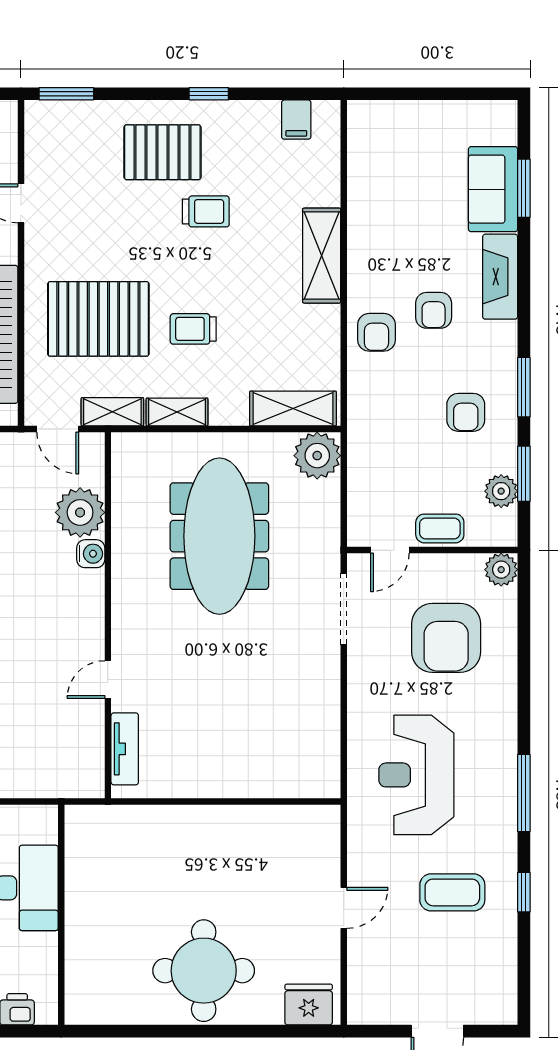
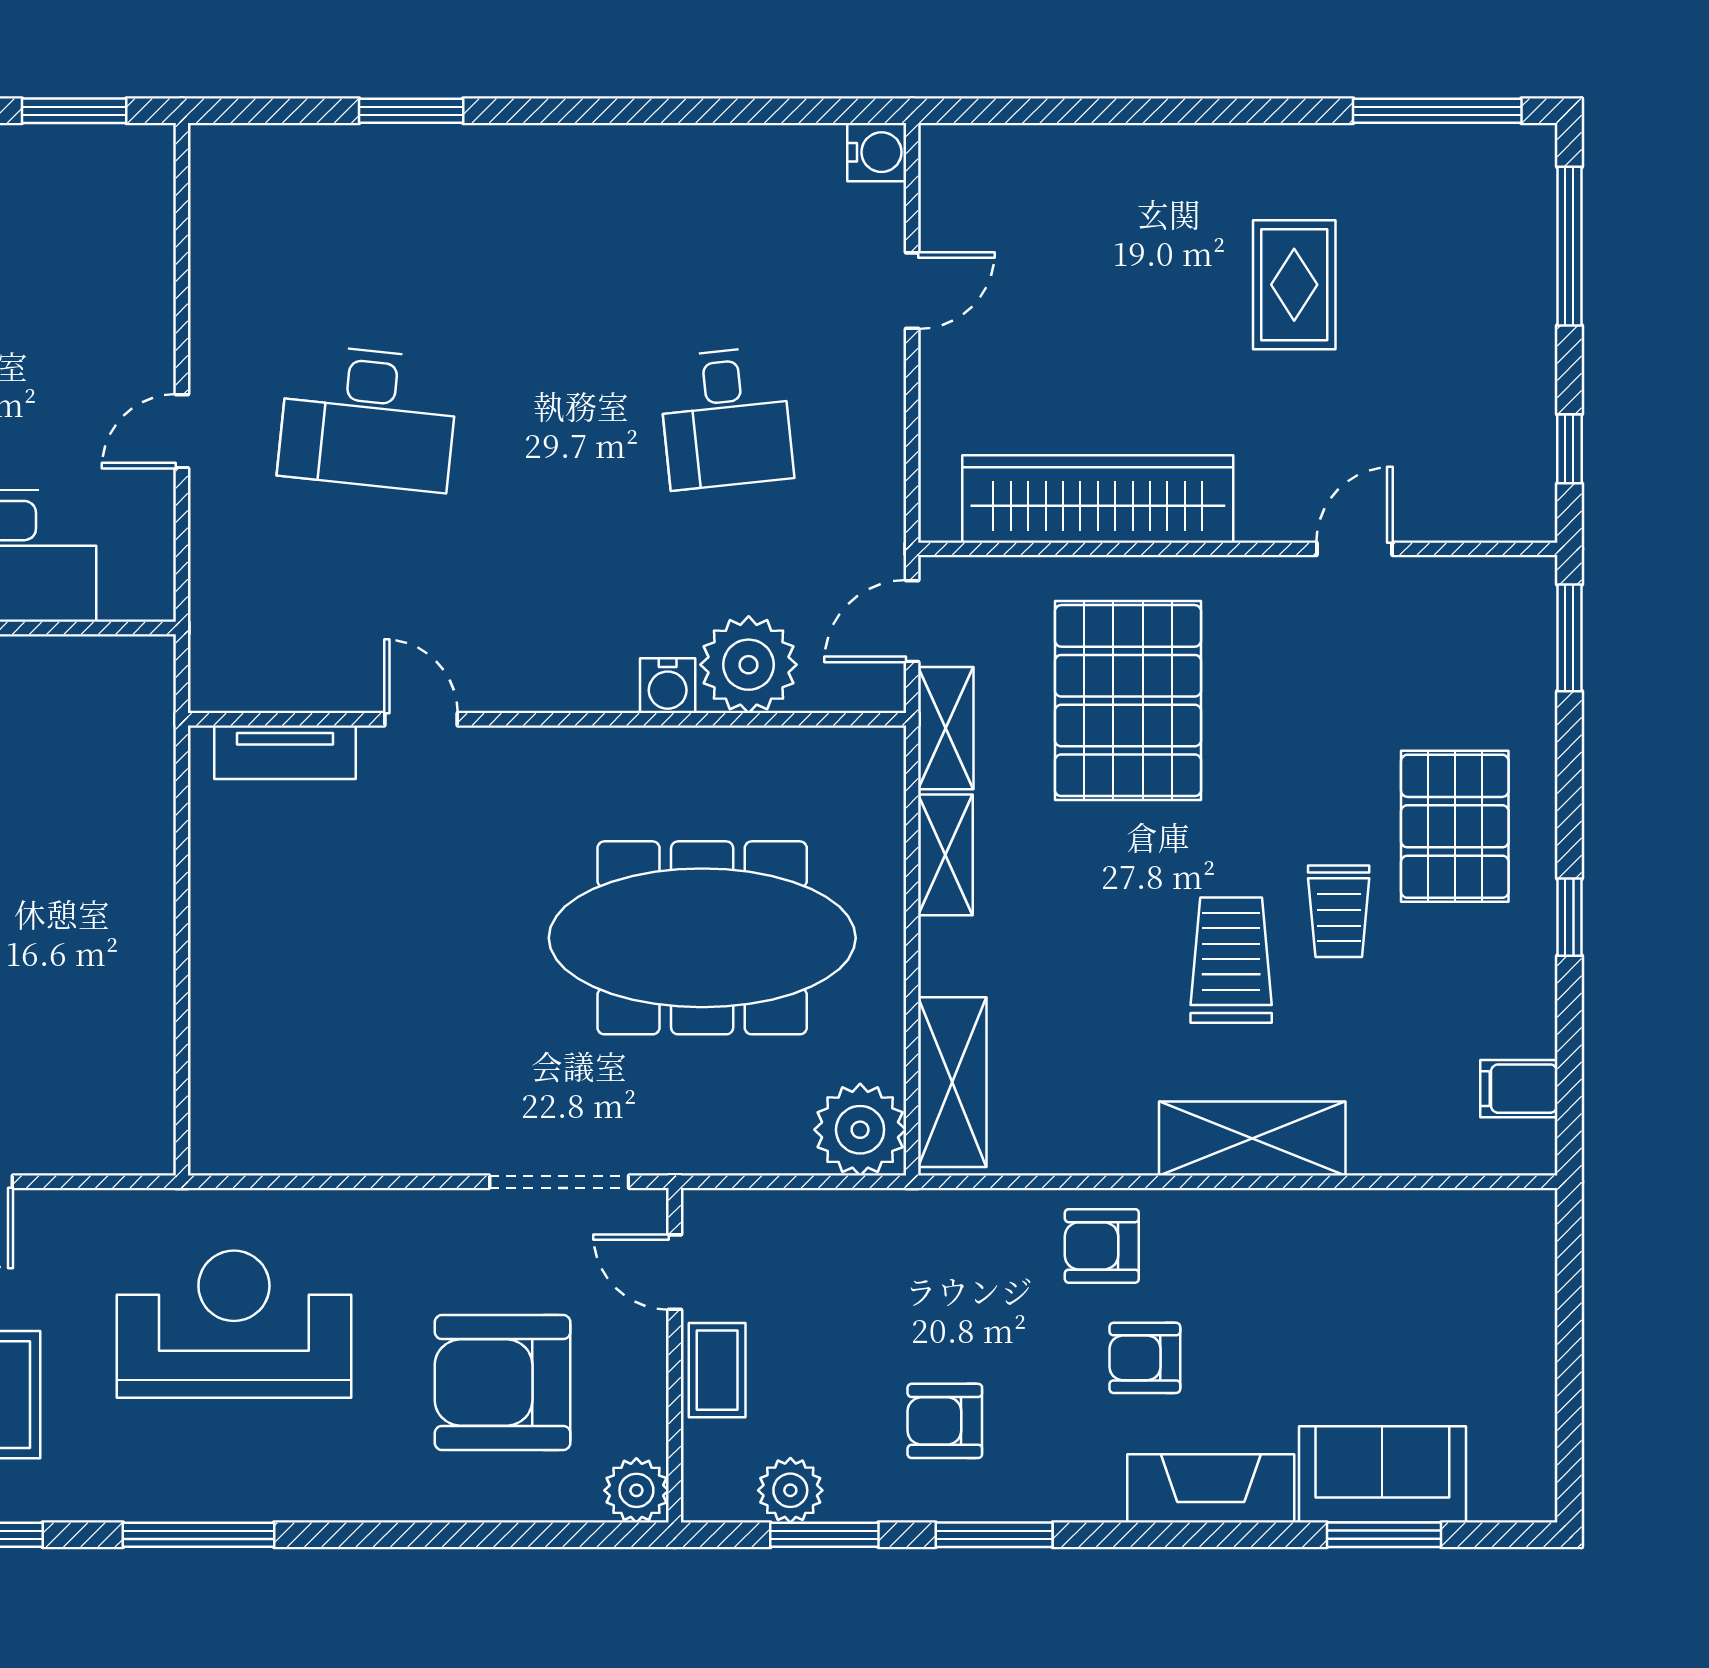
trolley: (193, 329) -> (1231, 960), moved, width x1.36, depth x1.39

